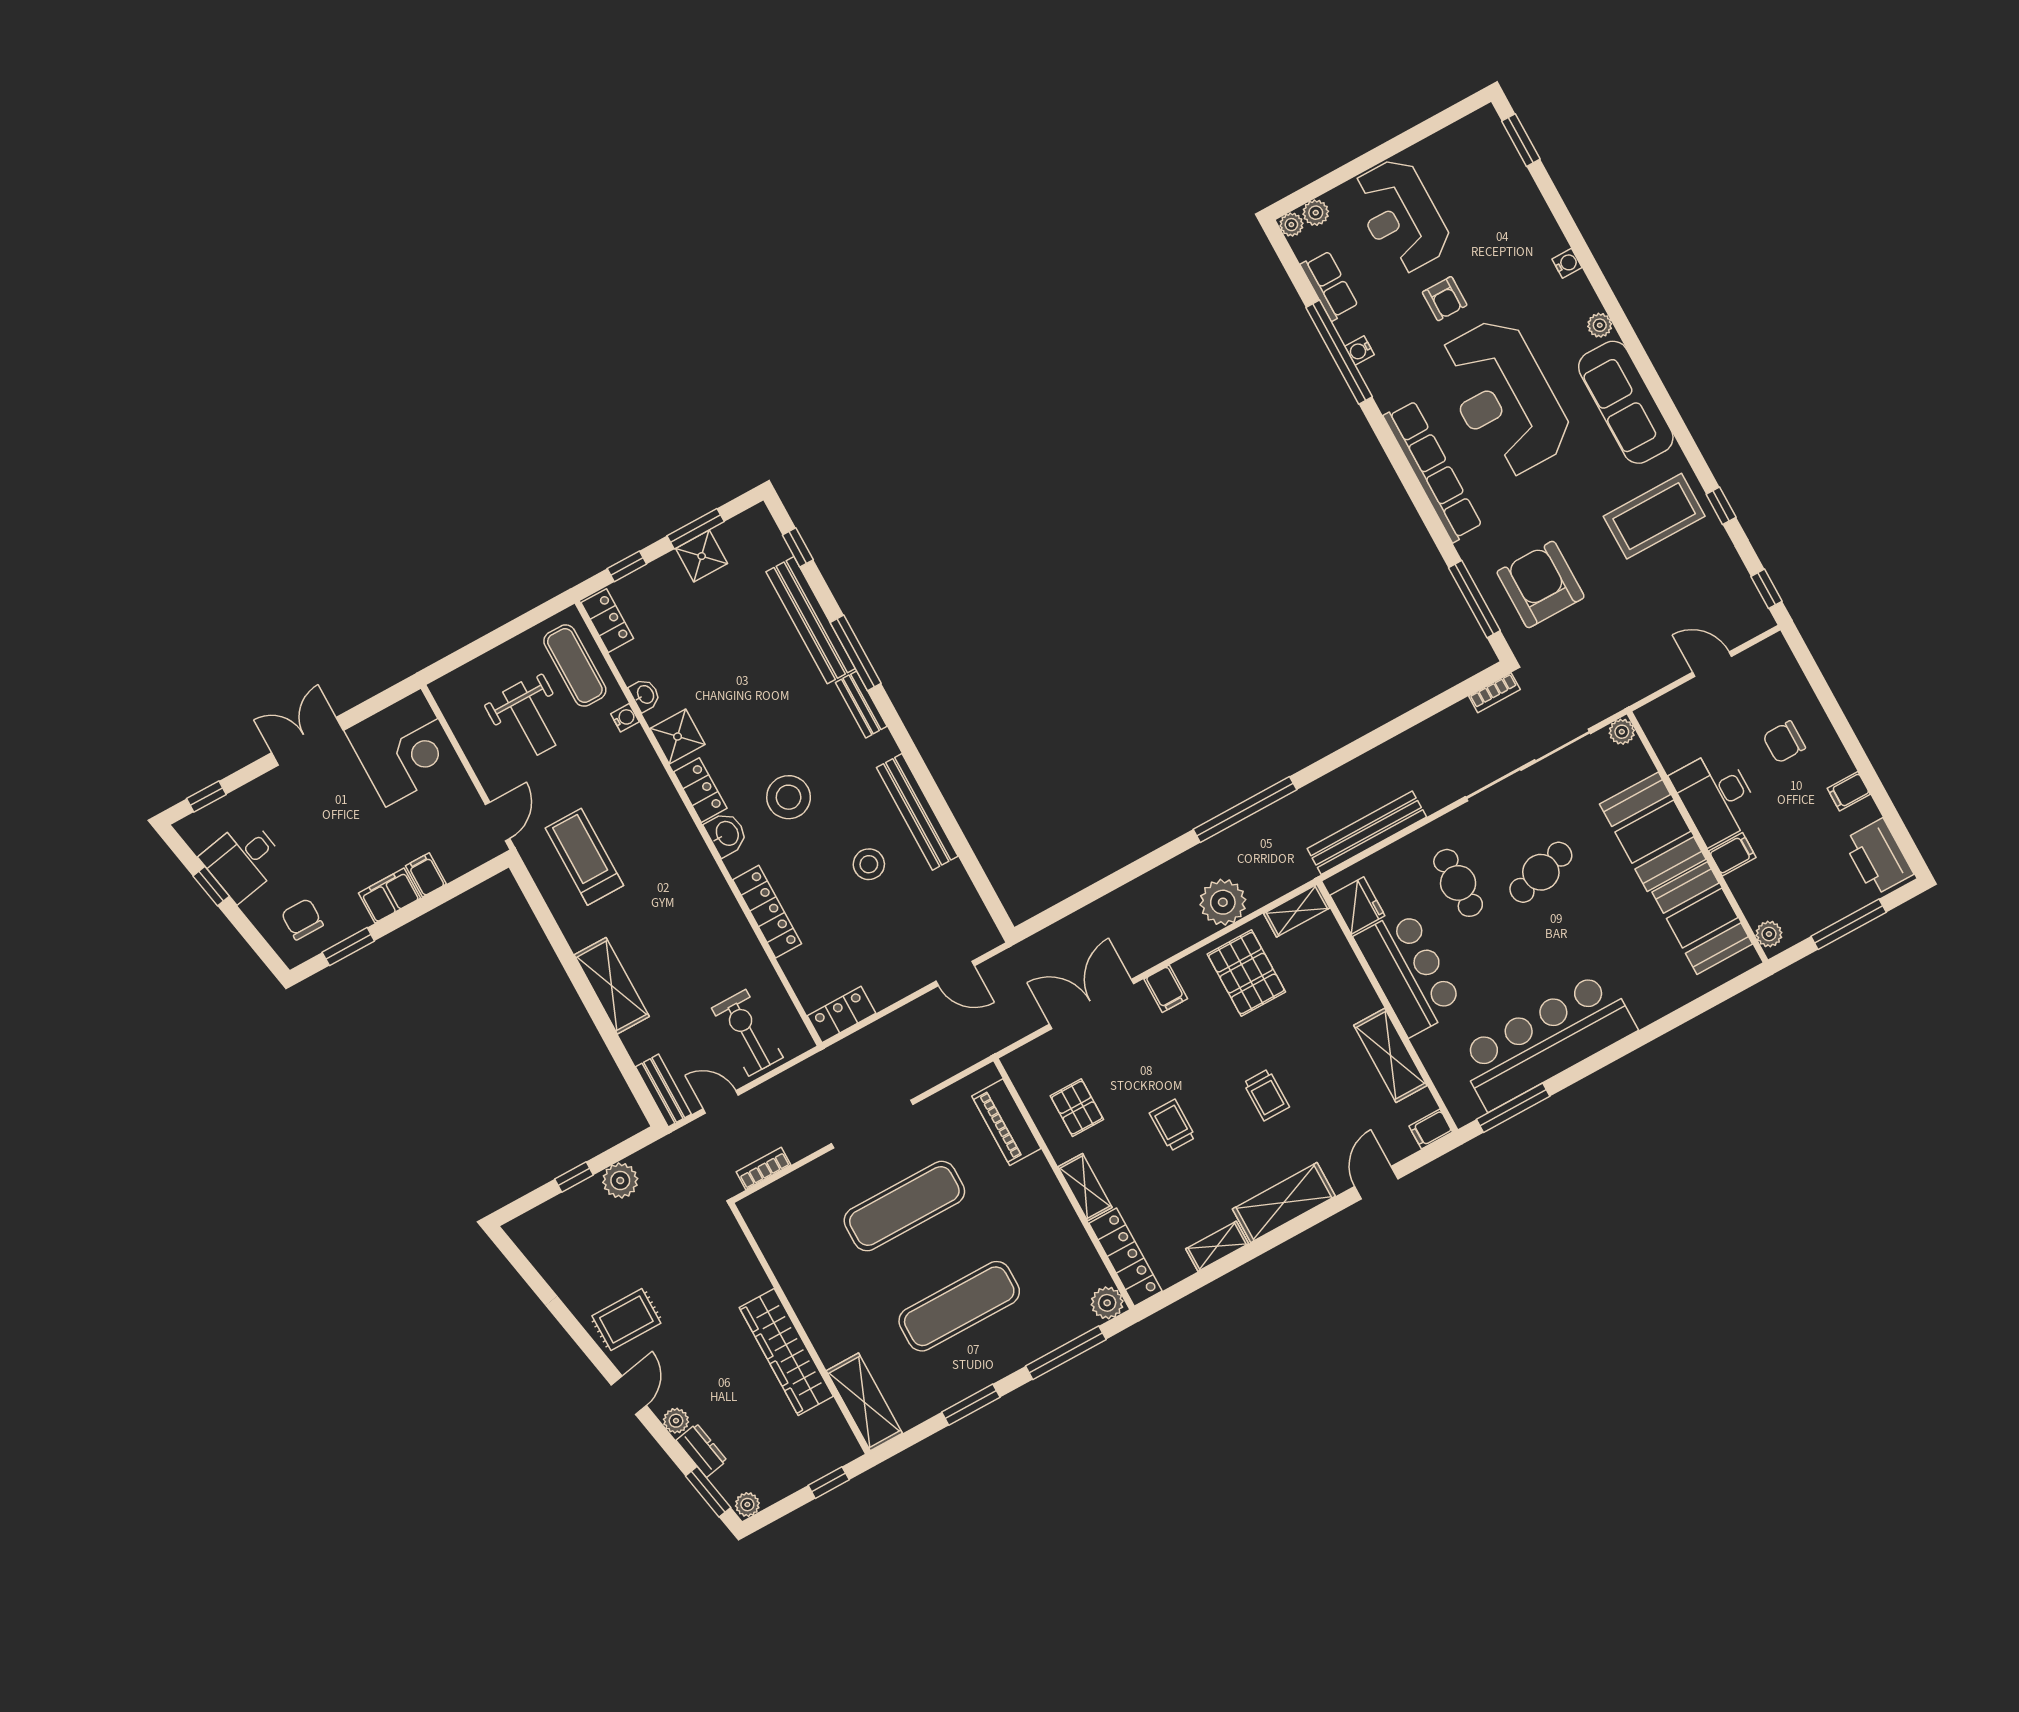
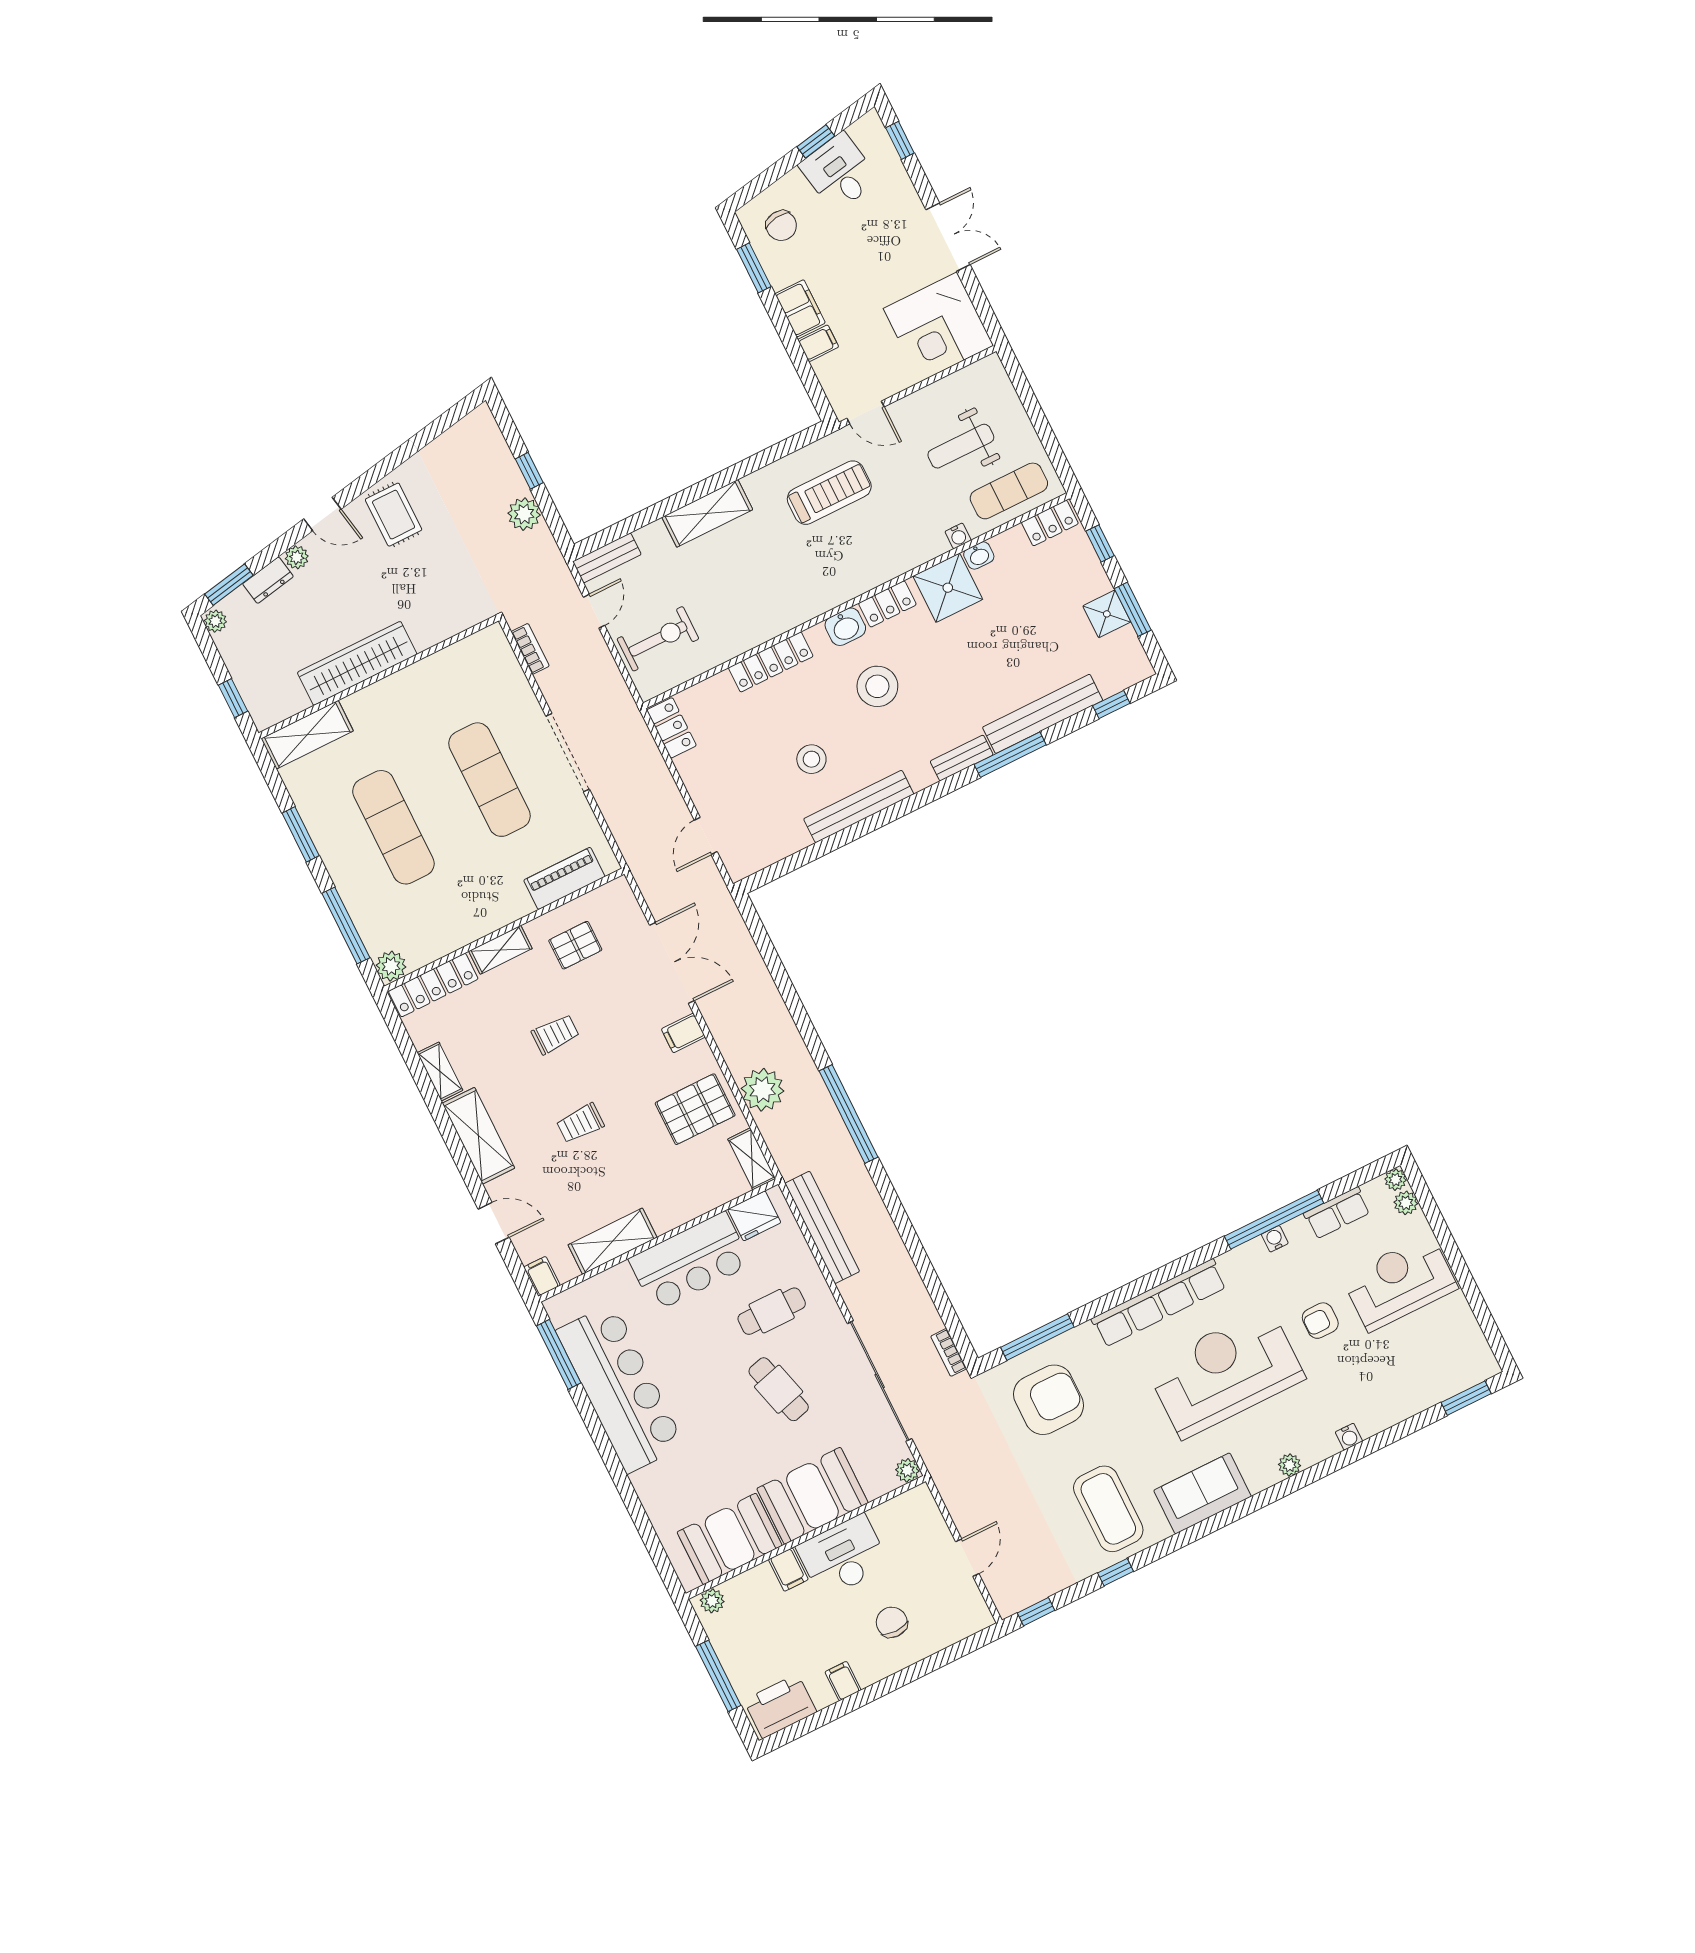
sofa: (1626, 402) -> (1202, 1493), width x0.73
shower: (678, 737) -> (948, 588), width x1.36, depth x1.36
chair: (302, 919) -> (781, 226), turned 82

